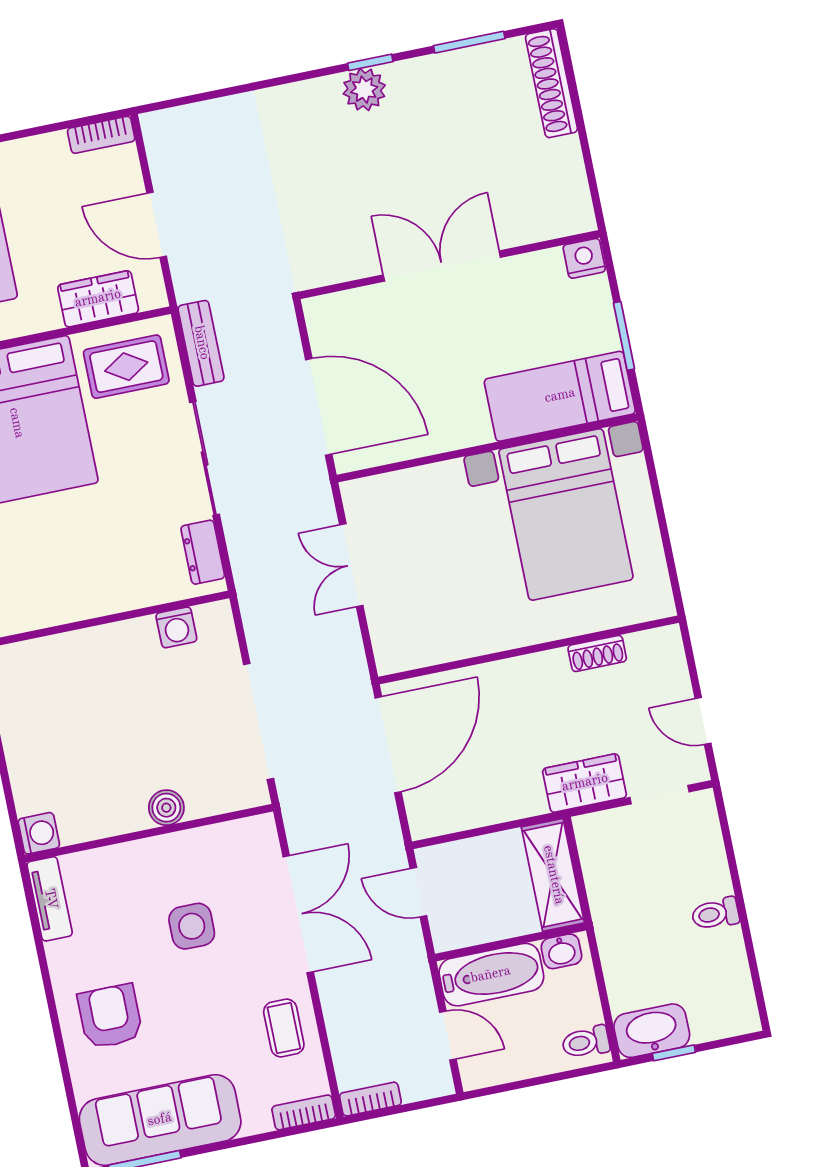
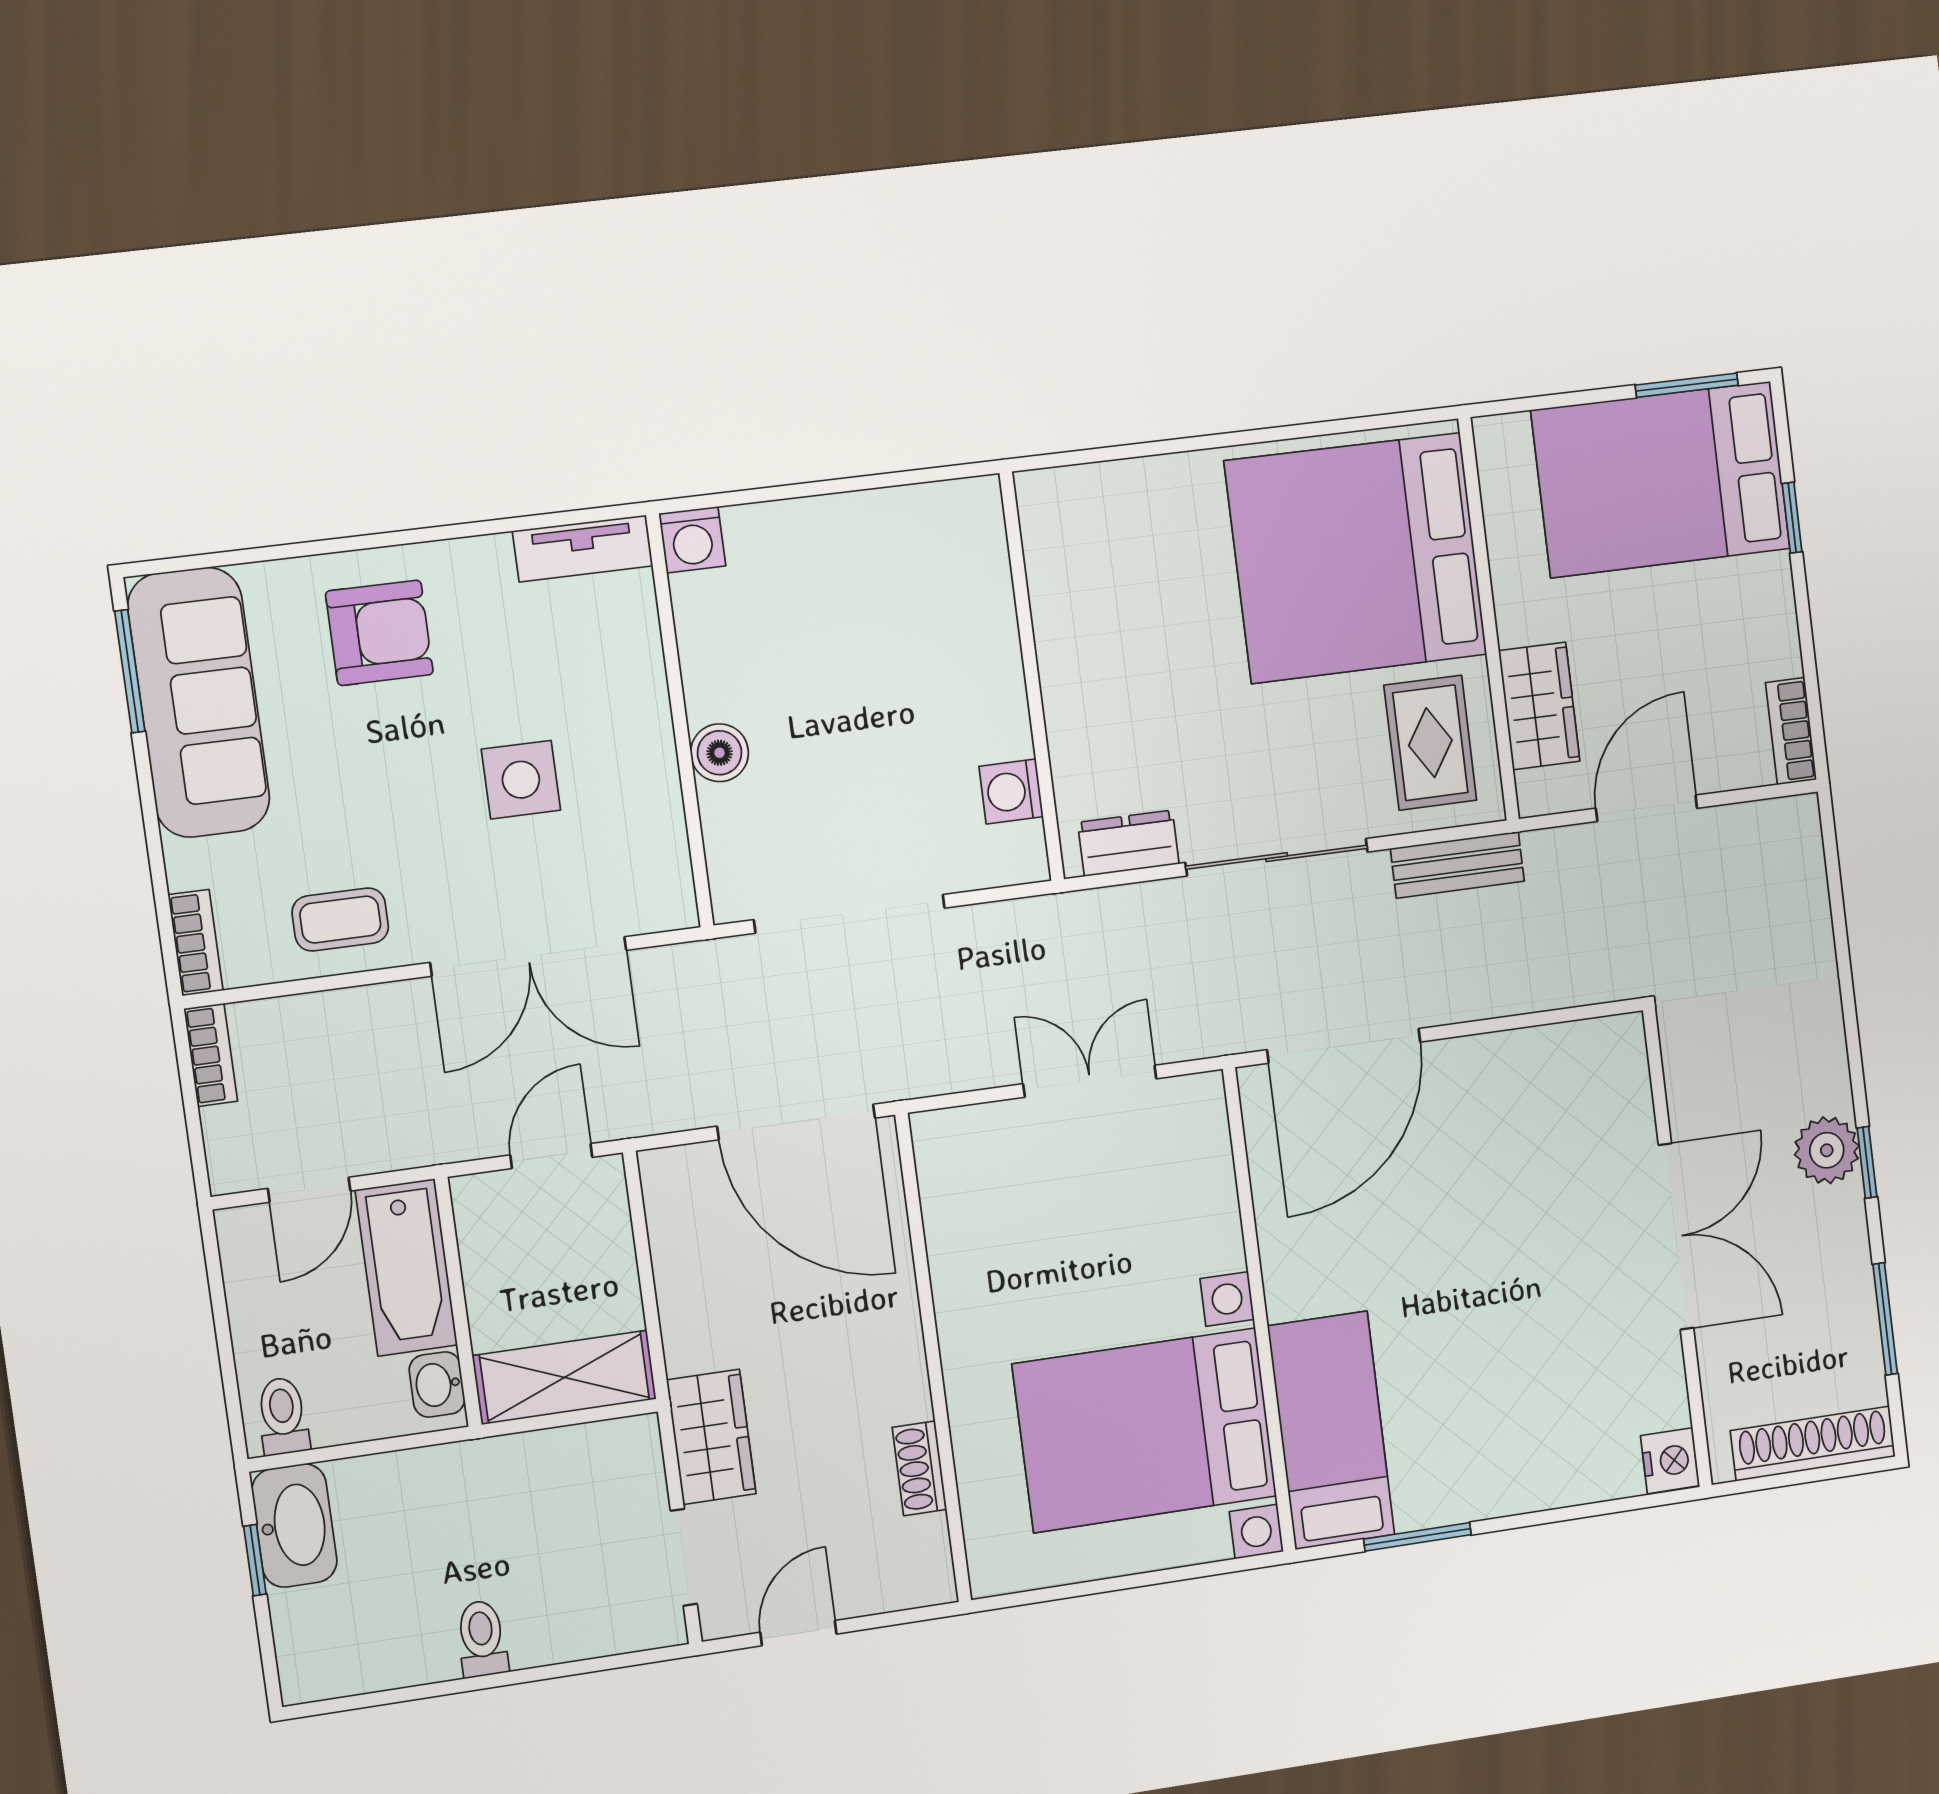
nightstand: (584, 258) -> (1670, 1461), moved
wall: (449, 265) -> (1677, 1249), moved
double door: (442, 266) -> (1676, 1237), moved

